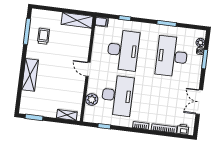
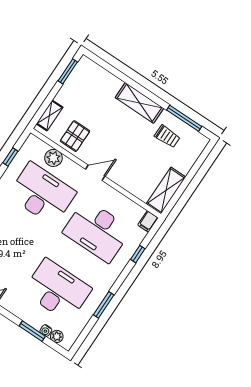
shelving: (30, 75) -> (139, 103), moved
pallet: (72, 93) -> (75, 136), added
desk: (117, 96) -> (42, 194), turned 180

